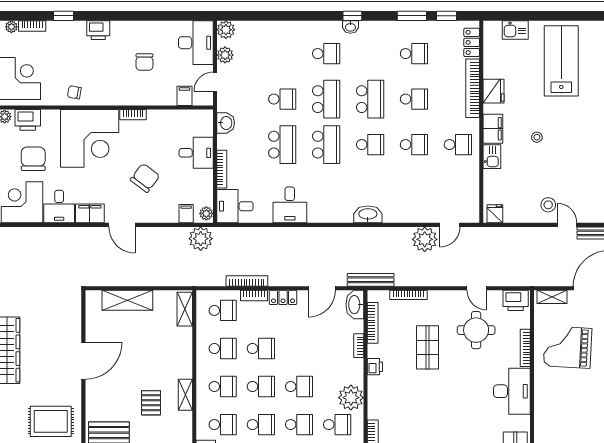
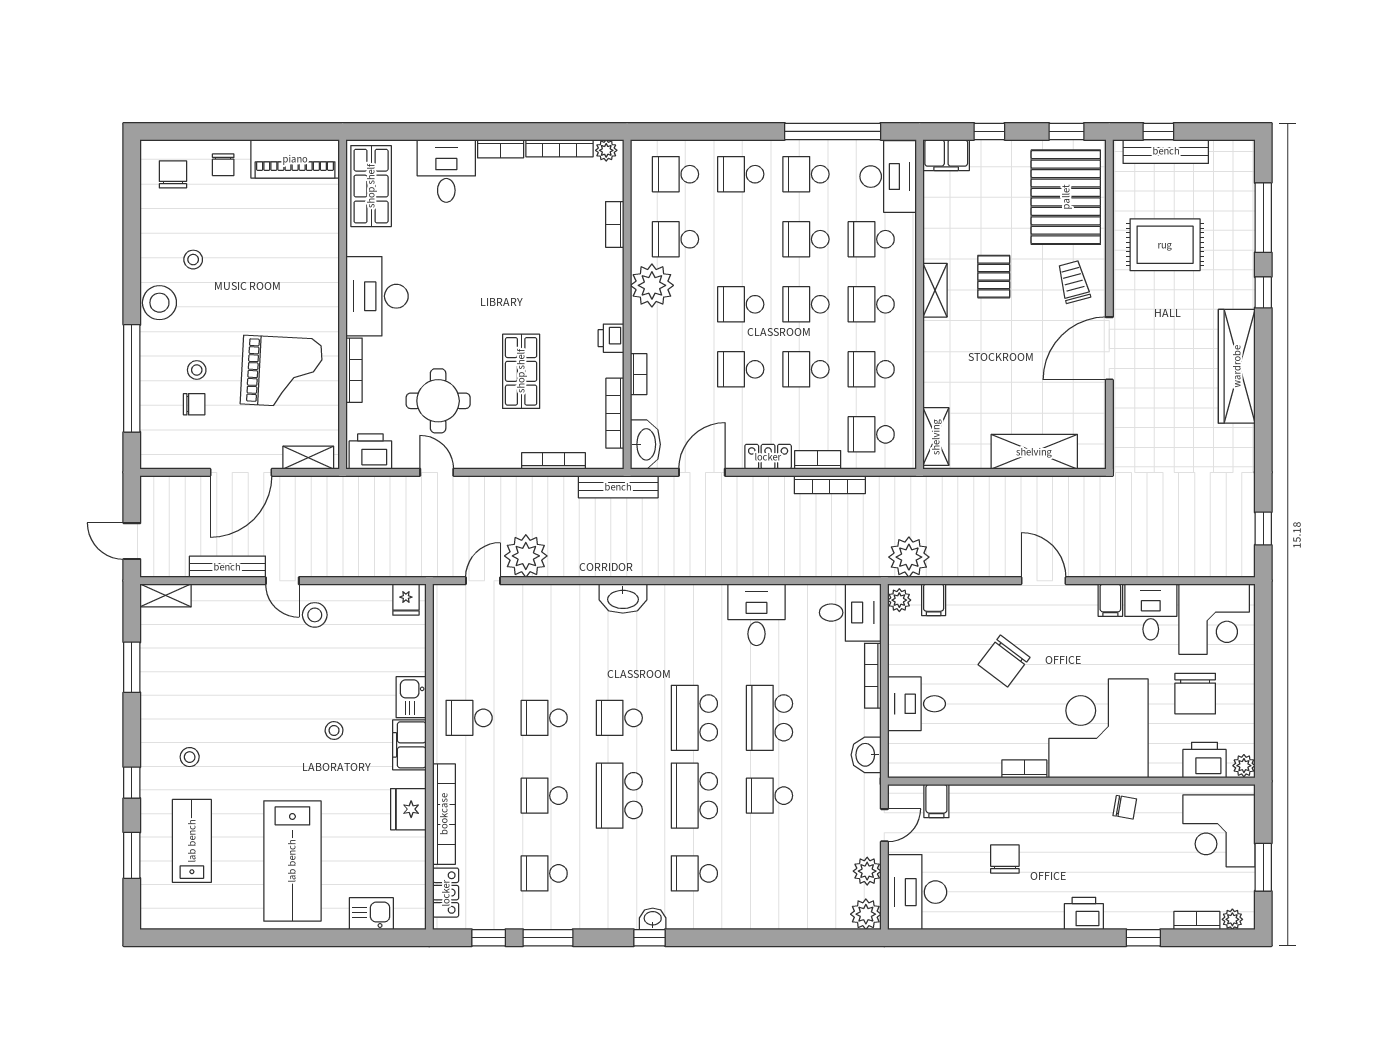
filing cabinet: (90, 213) -> (1110, 600), width x0.50
trolley: (104, 400) -> (1074, 282), added
school desk: (299, 425) -> (741, 369), moved

